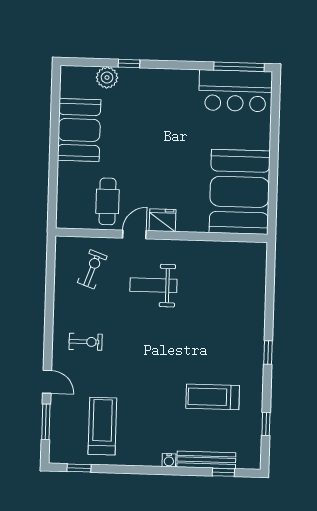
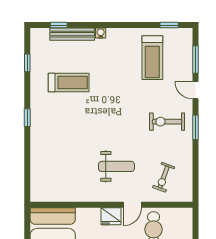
window: (49, 333) -> (196, 127), added
exercise bike: (86, 342) -> (167, 122), width x1.38, depth x1.39

